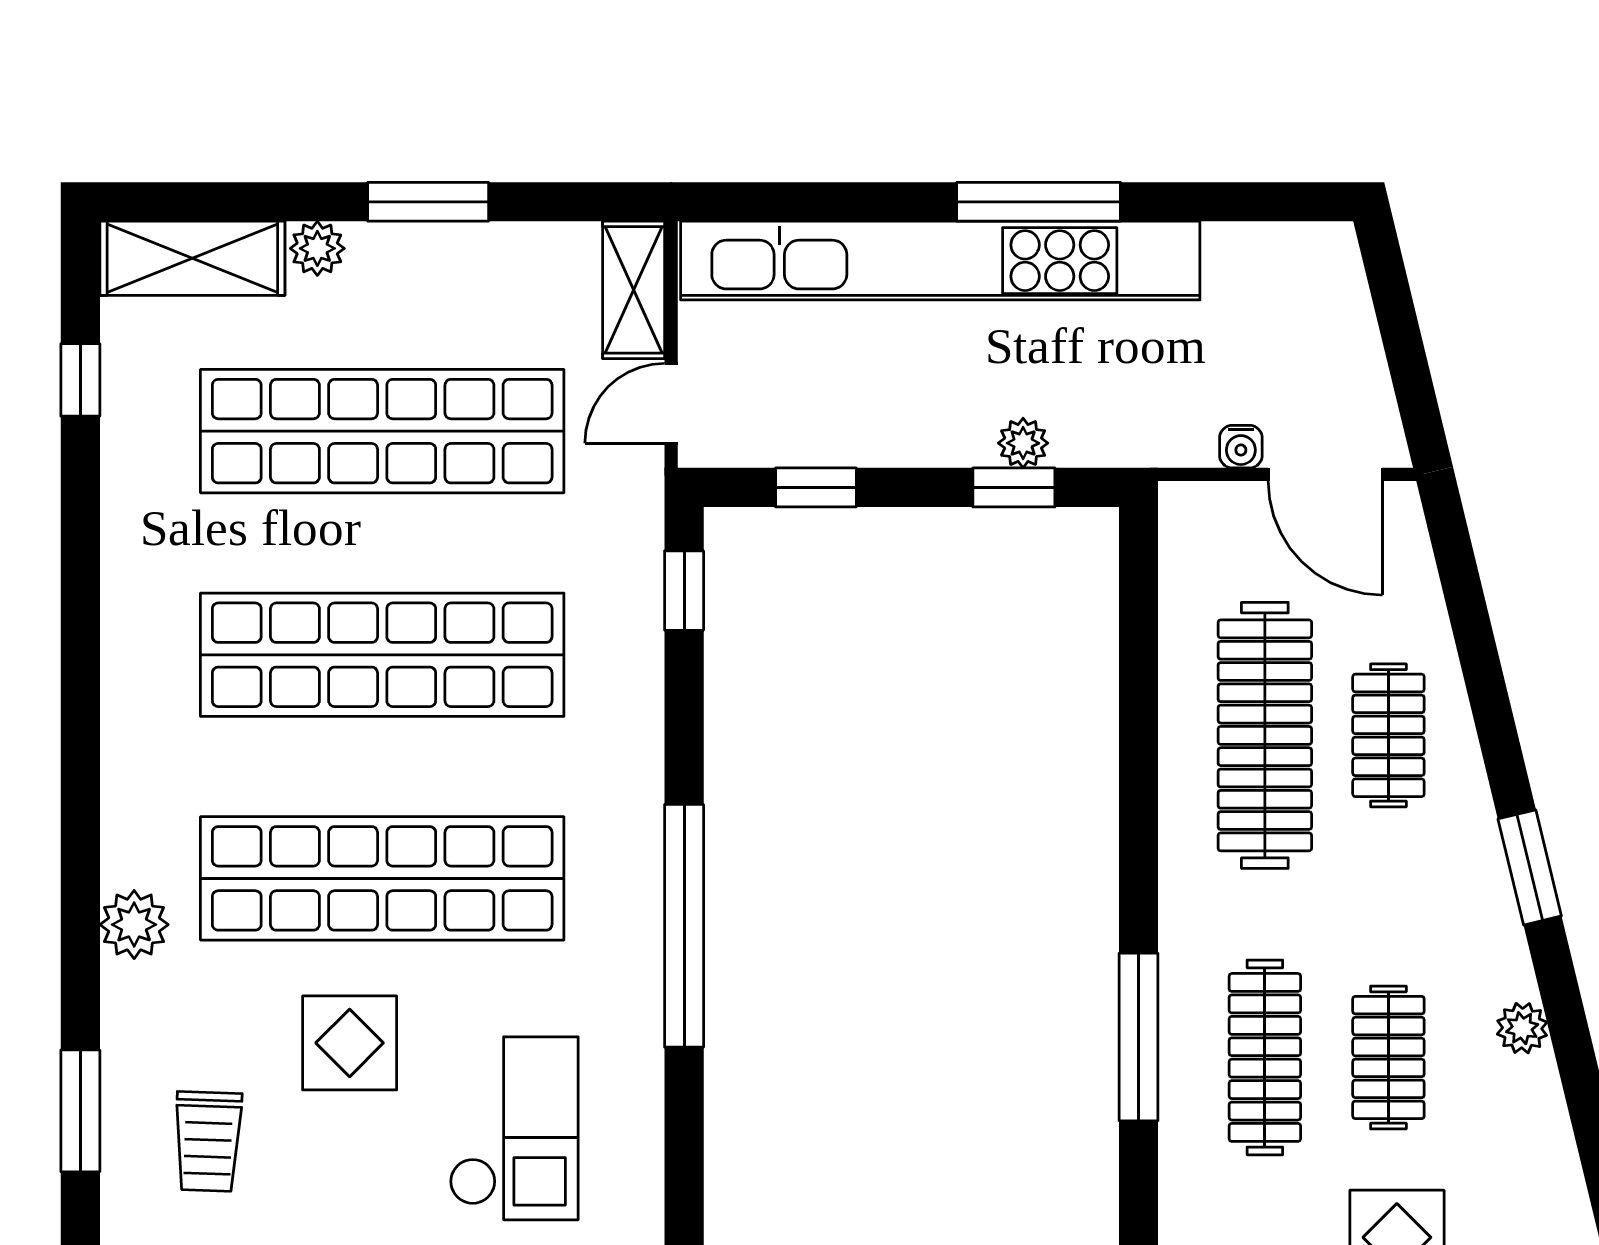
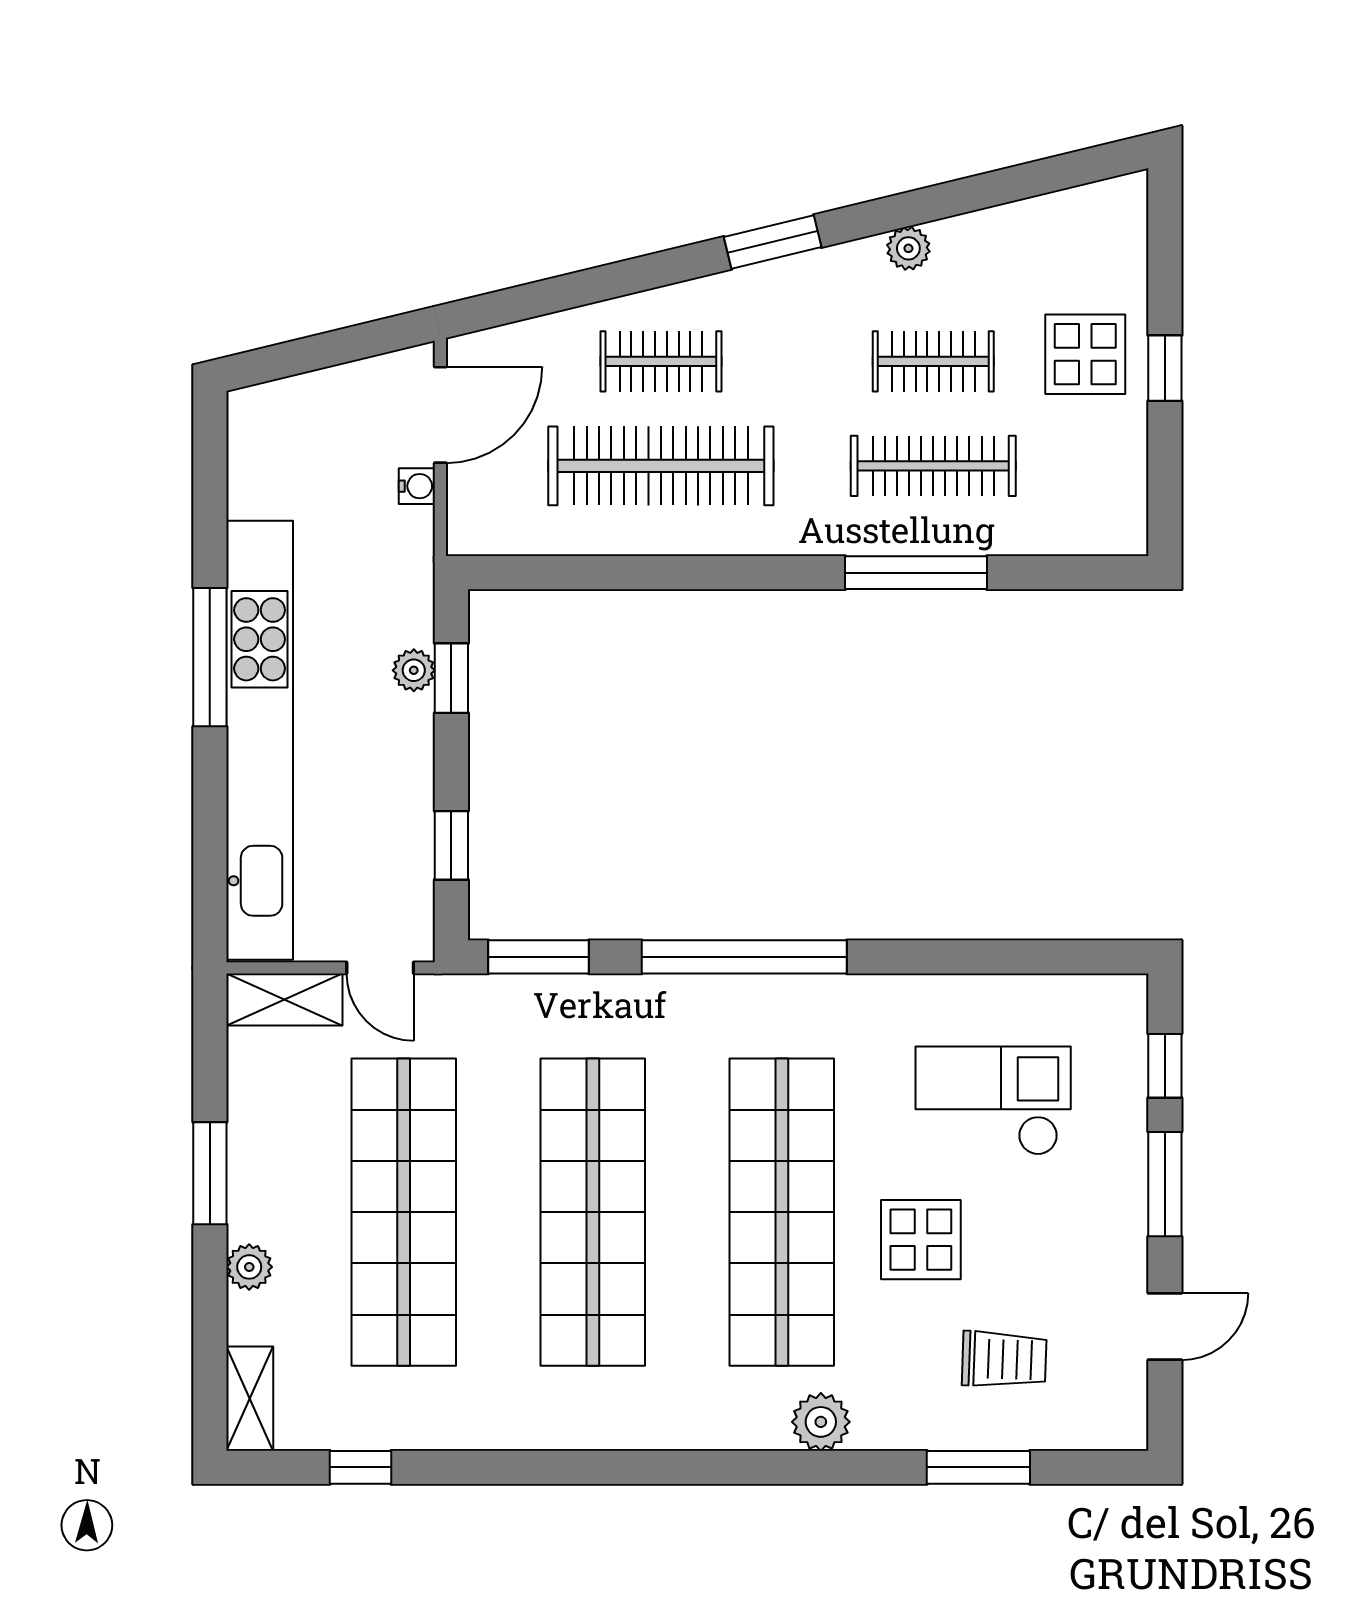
shelving: (192, 258) -> (250, 1399), width x0.67, depth x0.75
window: (684, 591) -> (538, 957), width x1.50
window: (684, 926) -> (744, 957), moved

